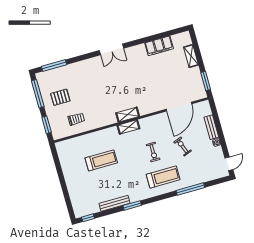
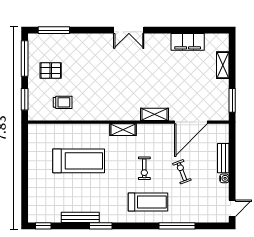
shelving: (128, 115) -> (155, 114), moved
treadmill: (101, 160) -> (79, 161), width x1.37, depth x1.38

